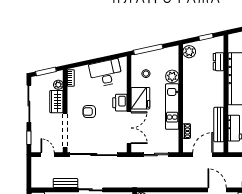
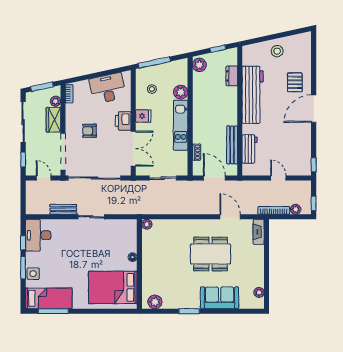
fridge: (140, 98) -> (143, 116), width x0.53, depth x0.75
door: (203, 155) -> (214, 178), hinge flipped

